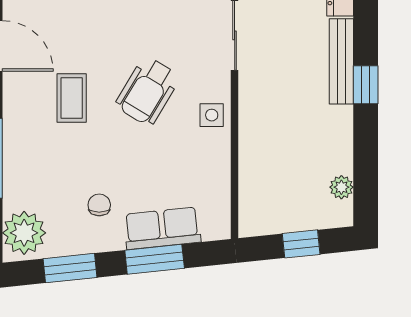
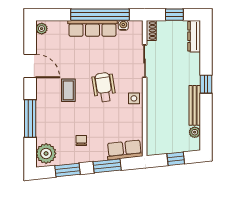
bench: (341, 61) -> (195, 105), moved
wheelchair: (148, 91) -> (104, 87), turned 140
row of seats: (162, 228) -> (124, 150), moved

